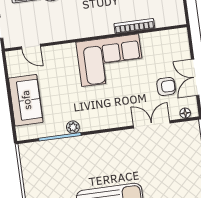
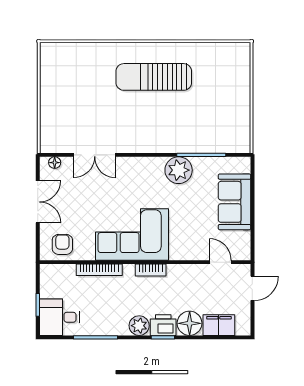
bookcase: (90, 32) -> (151, 270), added
armchair: (166, 86) -> (62, 244), moved, turned 90
plant: (73, 127) -> (179, 170), width x1.88, depth x1.88

